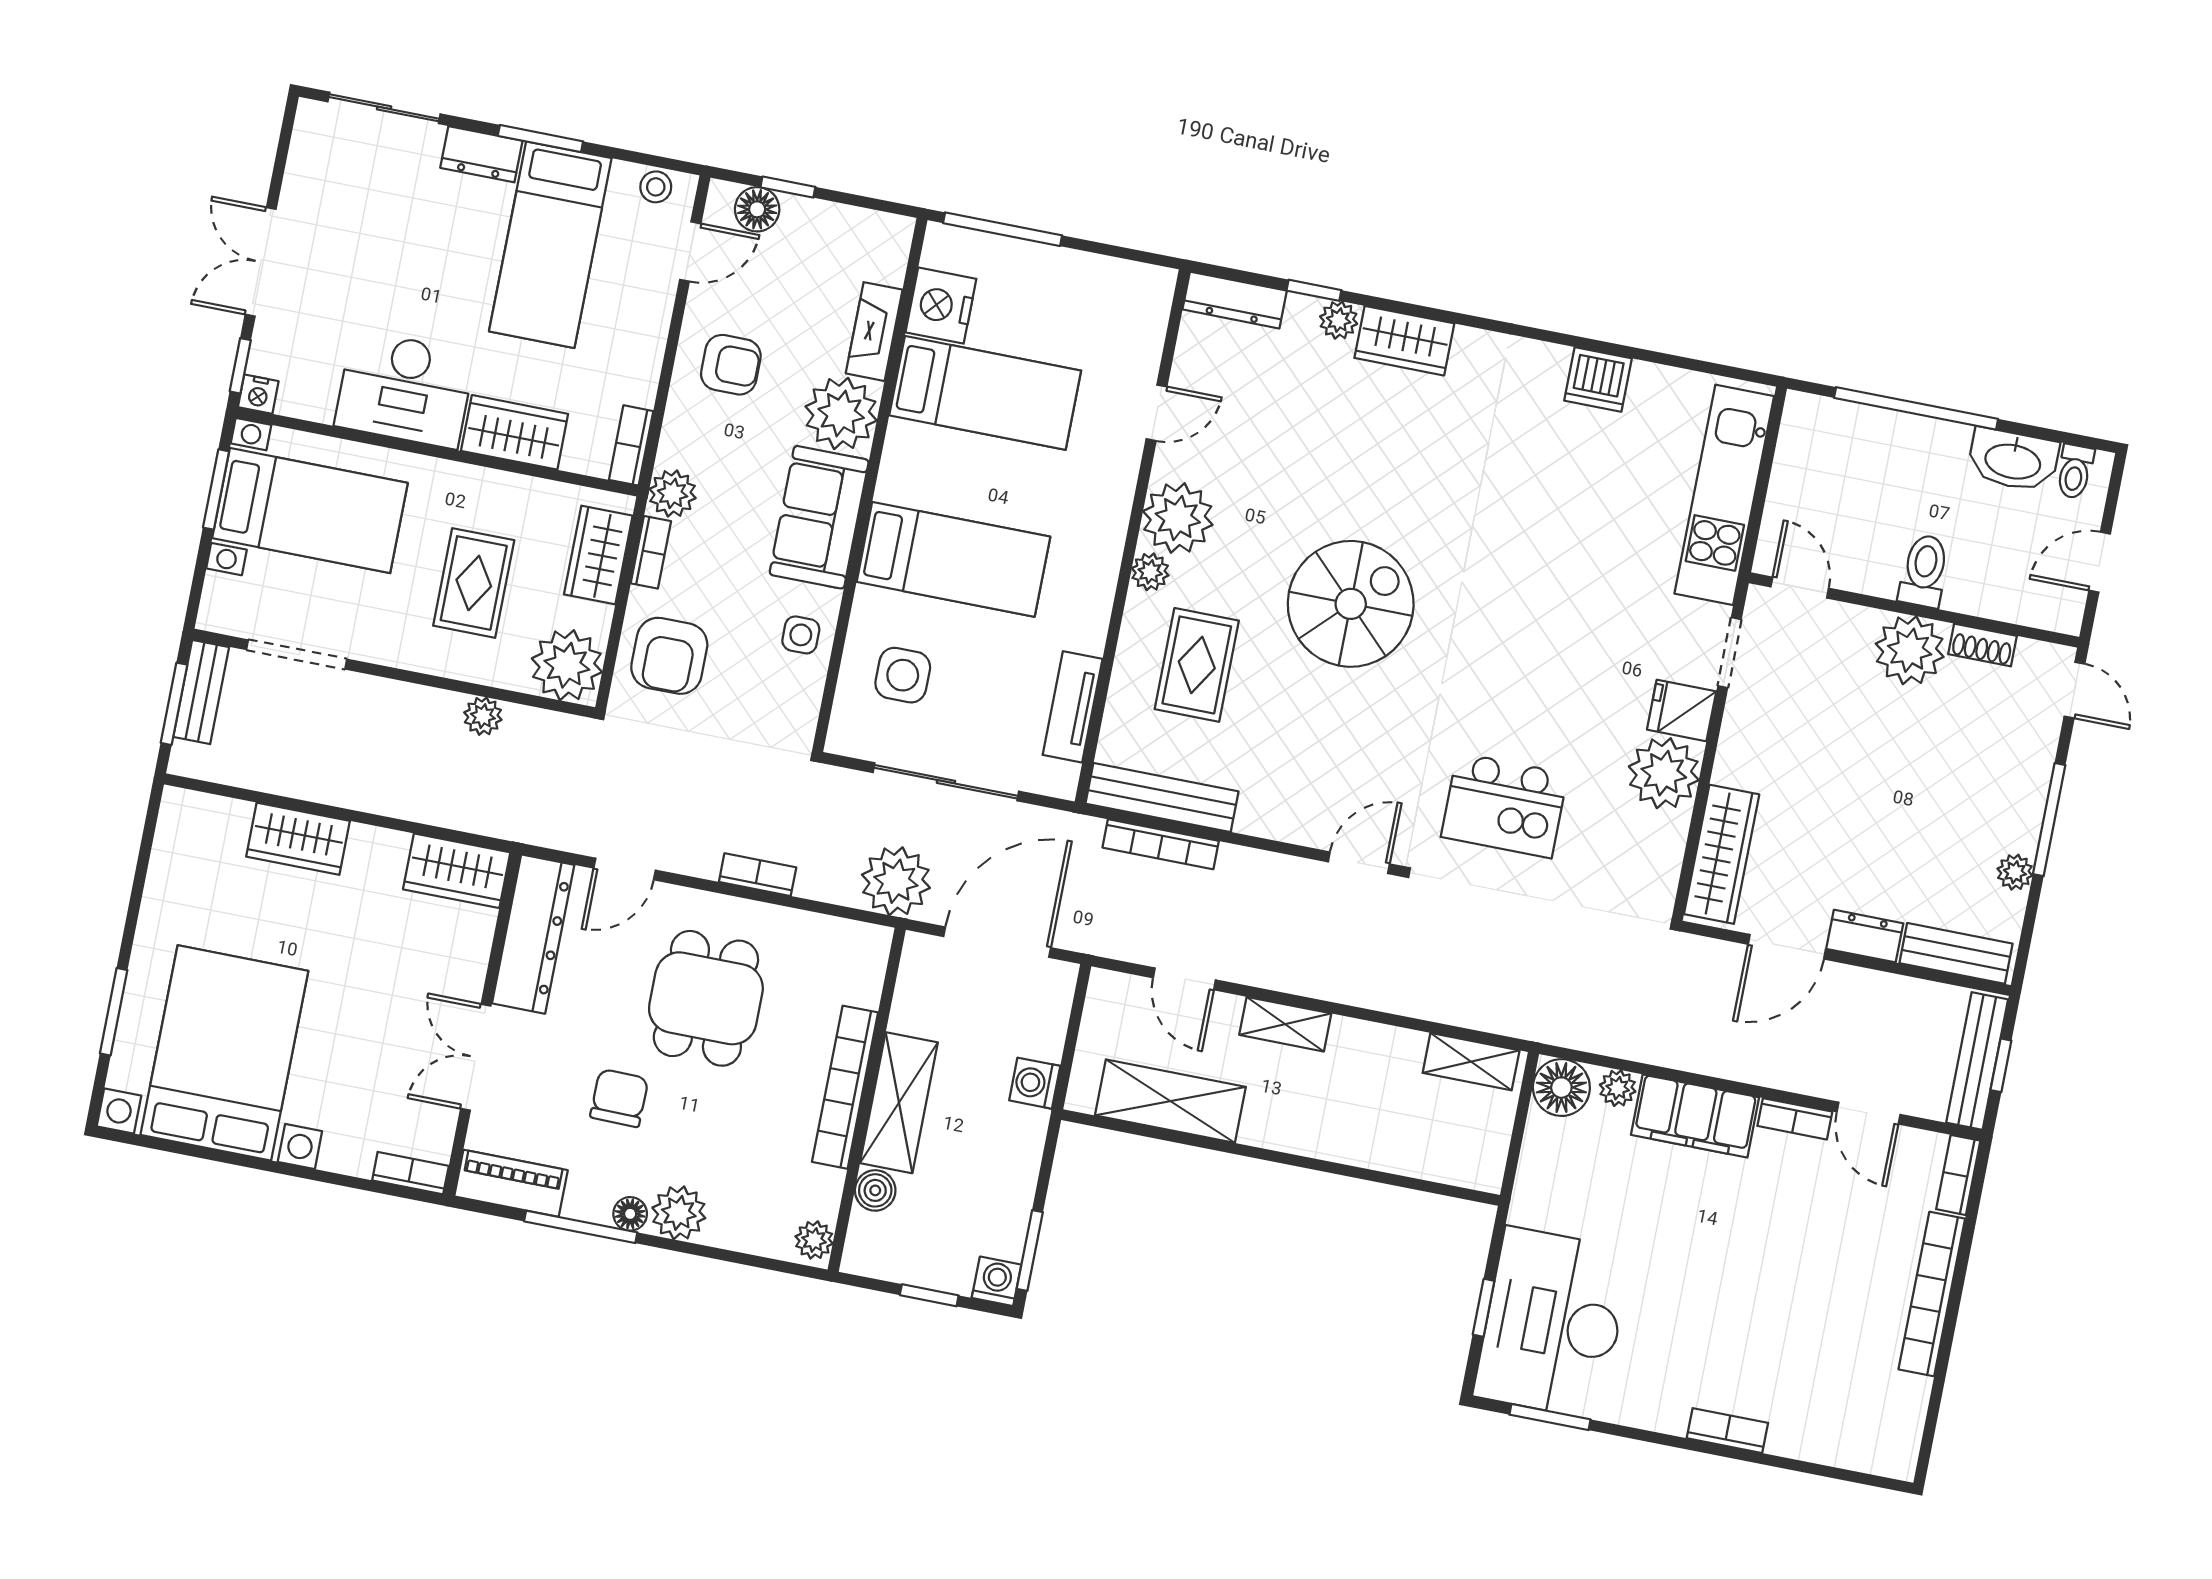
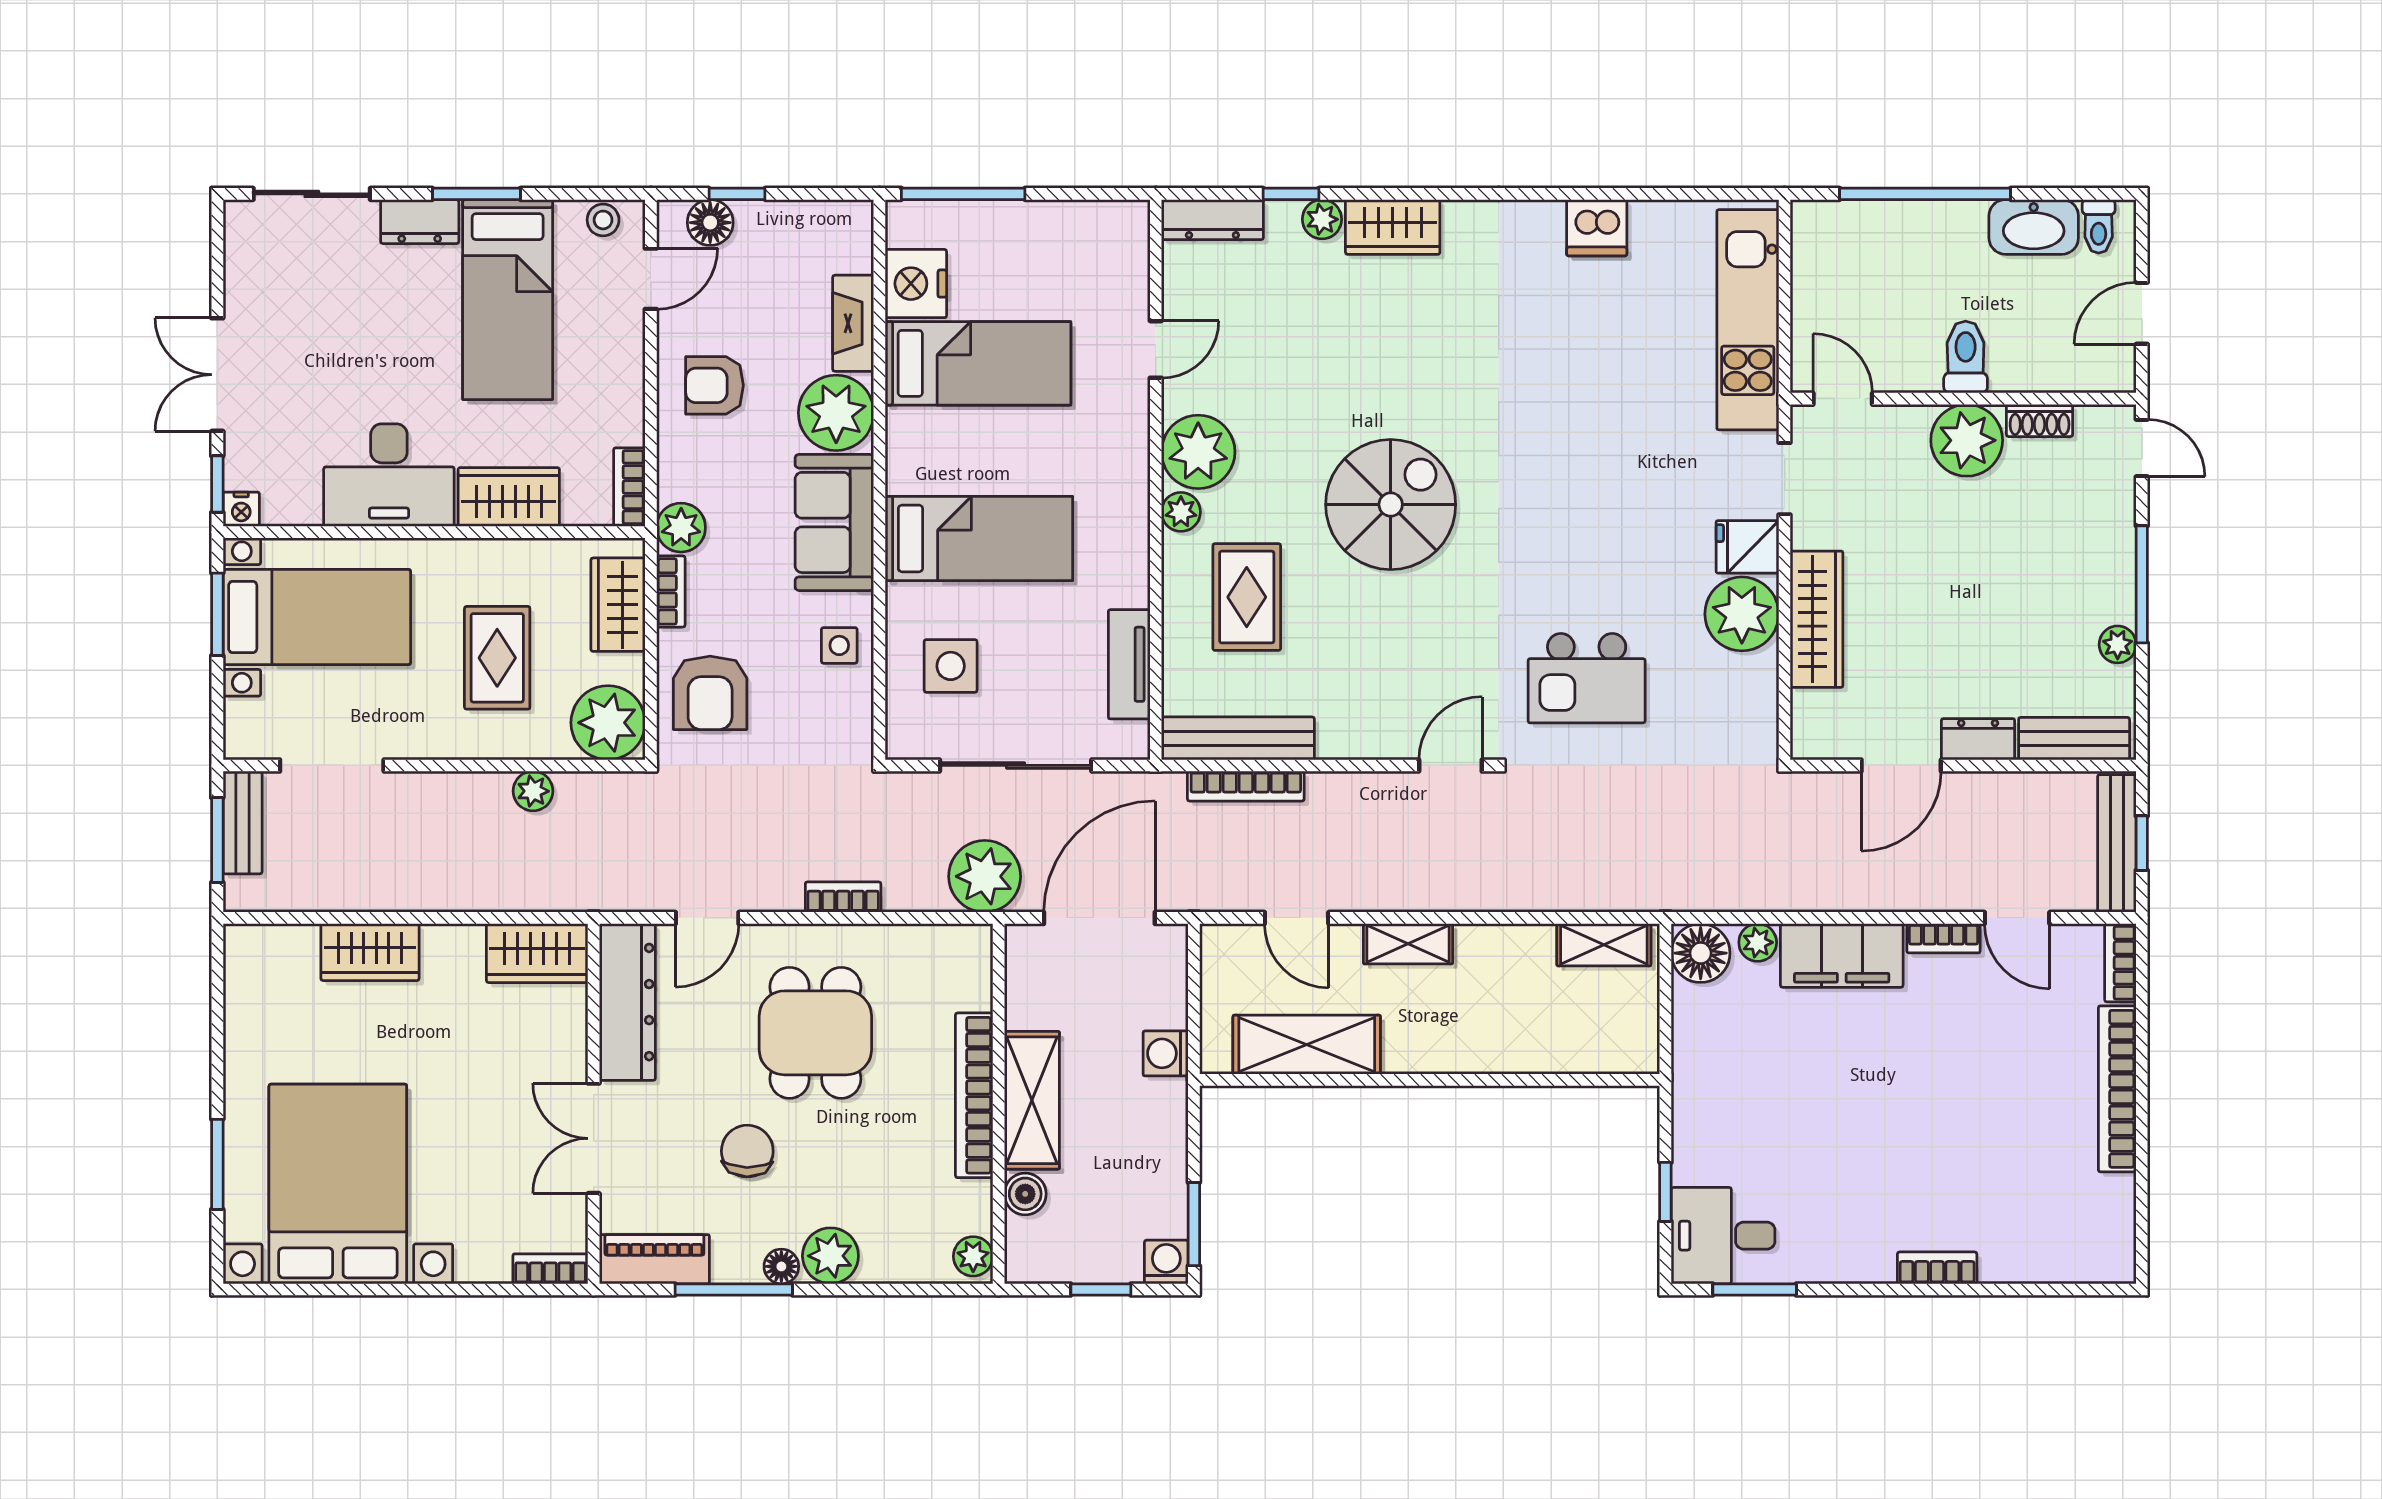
armchair: (731, 365) -> (715, 385), turned 180
wardrobe: (1722, 854) -> (1817, 619), moved
desk: (1553, 1323) -> (1723, 1236), width x0.53, depth x0.77

